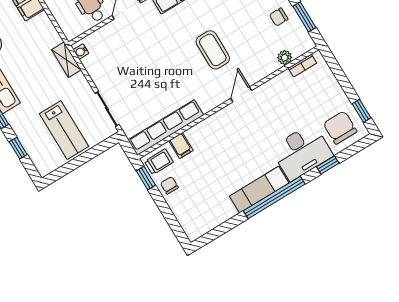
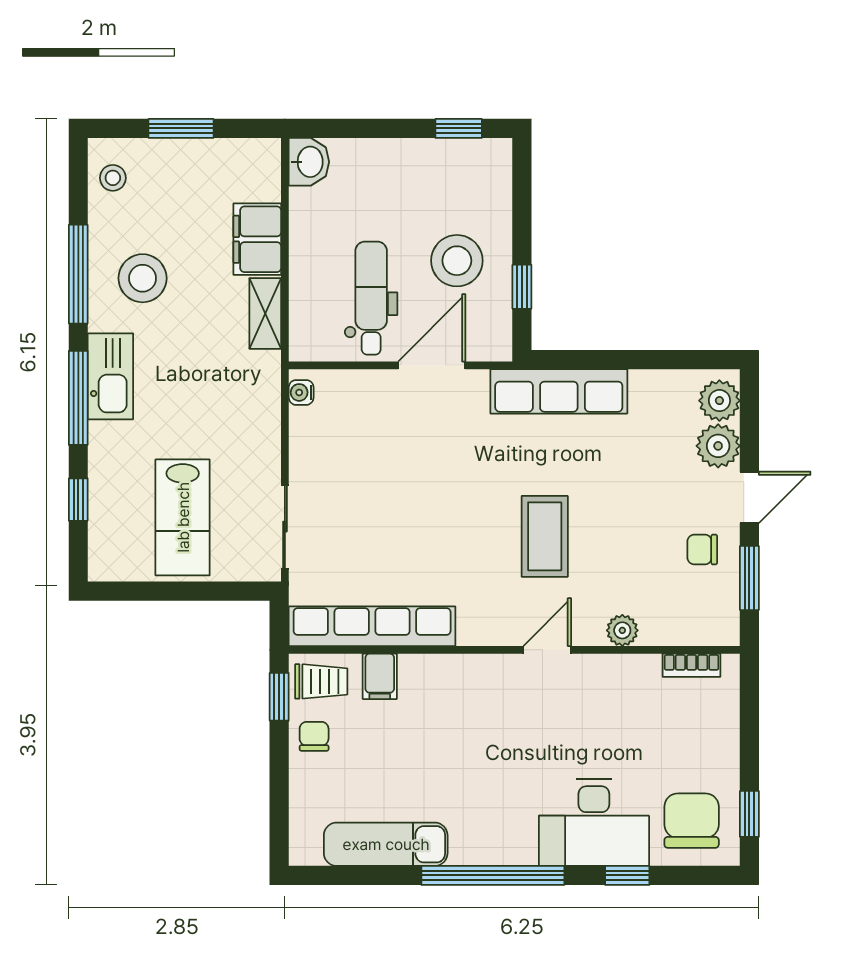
plant: (285, 58) -> (622, 630), moved
shelving: (66, 60) -> (265, 313), moved
exam couch: (259, 190) -> (386, 844), moved

